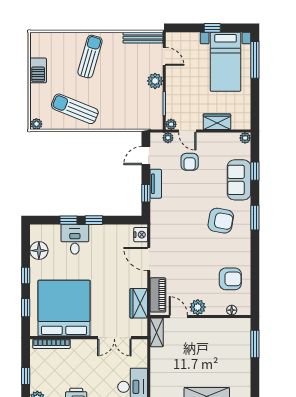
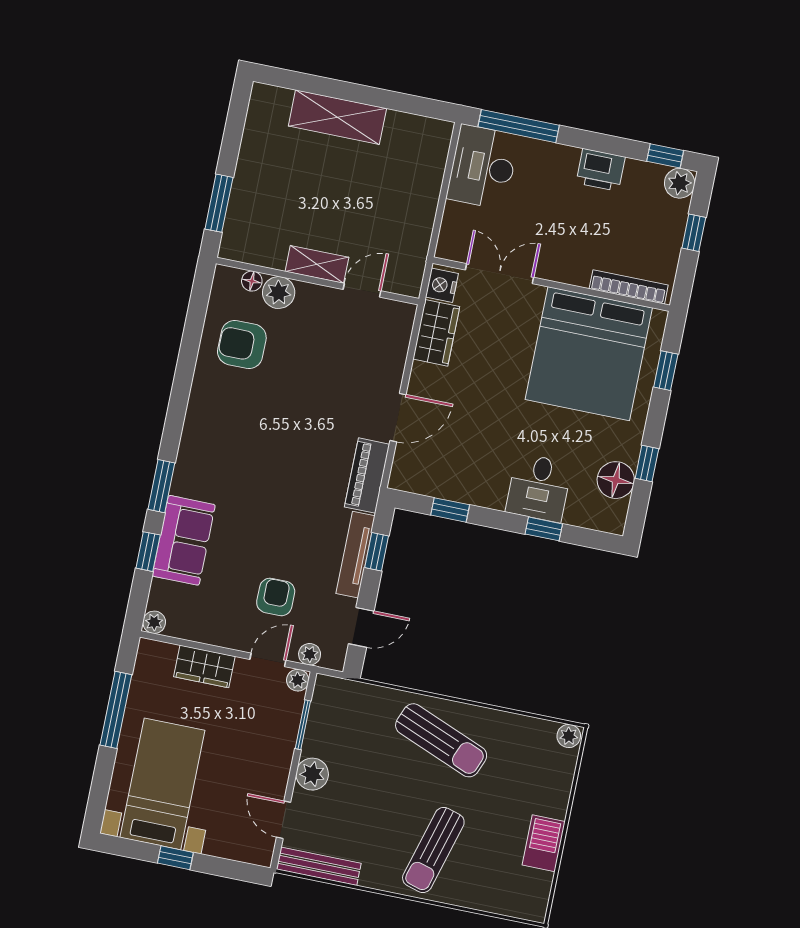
window: (255, 60) -> (116, 710), moved
sun lounger: (75, 109) -> (441, 740), moved
door: (187, 131) -> (268, 660), hinge flipped
tv unit: (156, 184) -> (355, 555), width x1.41
window: (255, 218) -> (161, 486), moved
window: (94, 220) -> (450, 510), moved
armchair: (221, 221) -> (237, 466), removed
nightstand: (141, 235) -> (442, 285), moved
door: (149, 259) -> (398, 418), hinge flipped
window: (26, 276) -> (647, 464), moved
piano: (158, 295) -> (367, 476), moved
plant: (198, 307) -> (279, 293), moved
door: (178, 316) -> (362, 290), swing flipped
shelving: (157, 332) -> (317, 264), moved, turned 90

